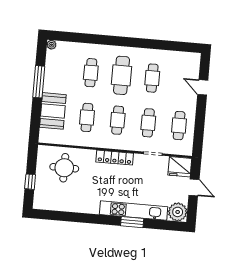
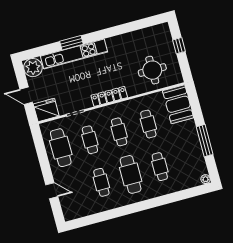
booth: (53, 111) -> (178, 104), moved
cafe table: (179, 126) -> (61, 148), width x1.37, depth x1.35

